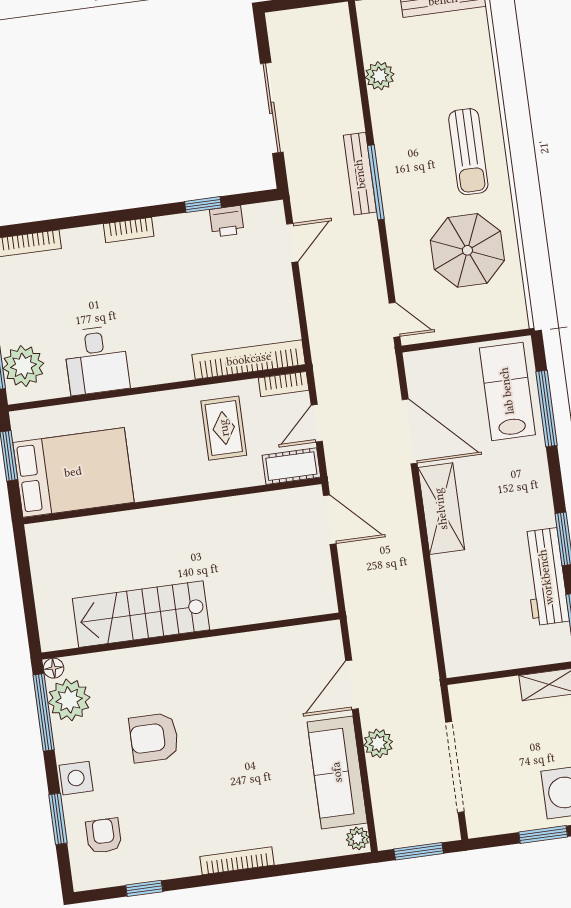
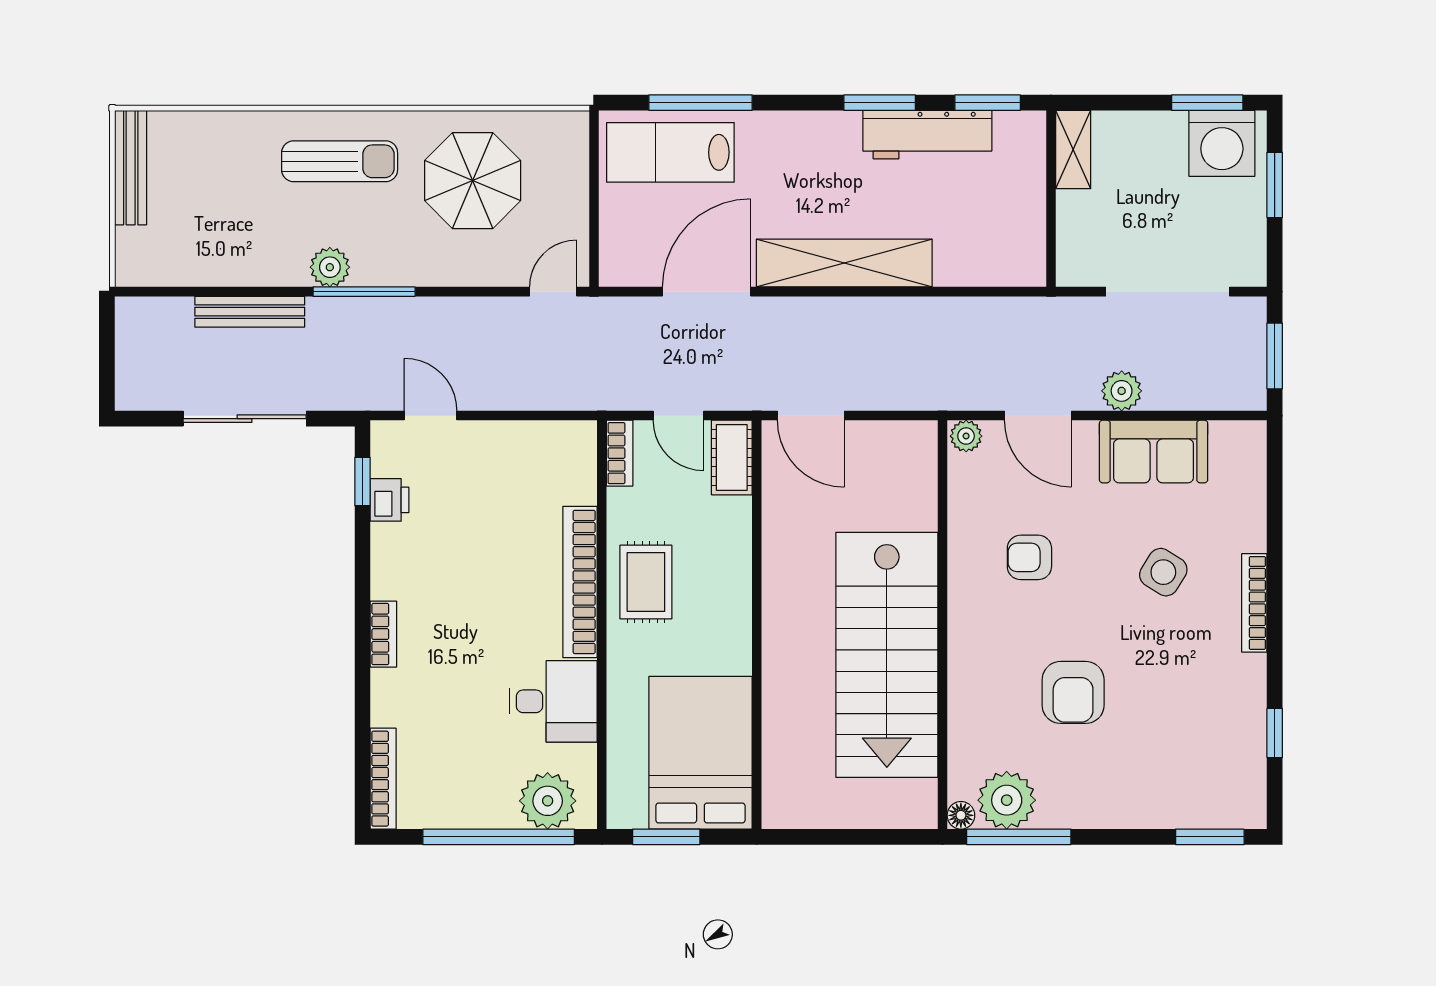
plant: (380, 76) -> (330, 267), moved
bench: (360, 174) -> (250, 312), moved
window: (203, 205) -> (363, 481), moved
bookcase: (249, 359) -> (580, 582), moved
rug: (224, 428) -> (646, 582), moved, turned 90
shelving: (441, 509) -> (844, 263), width x1.47
door: (330, 520) -> (811, 416), swing flipped
stairs: (141, 614) -> (887, 655), width x1.36, depth x1.51
sofa: (337, 772) -> (1154, 451), width x0.73
side table: (76, 778) -> (1163, 572), moved, turned 32
window: (58, 819) -> (1210, 837), moved
armchair: (104, 836) -> (1029, 557), moved
plant: (358, 838) -> (966, 436), moved

